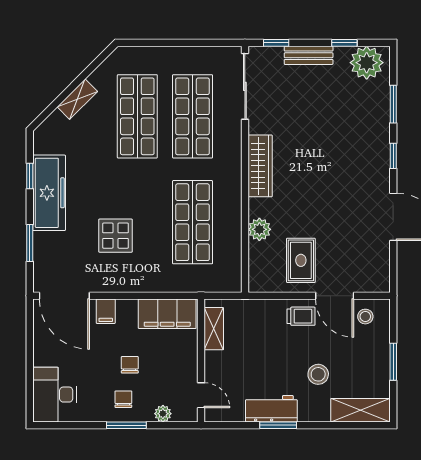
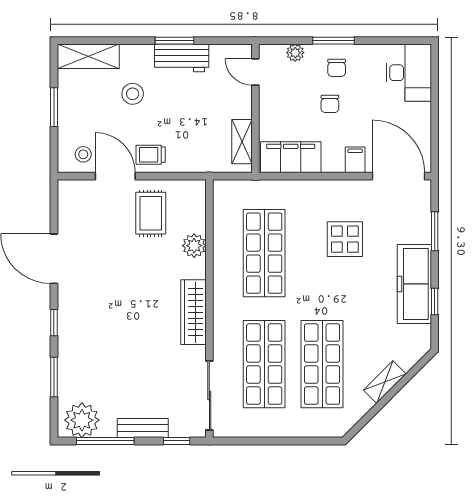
window: (344, 43) -> (105, 441), width x2.17

